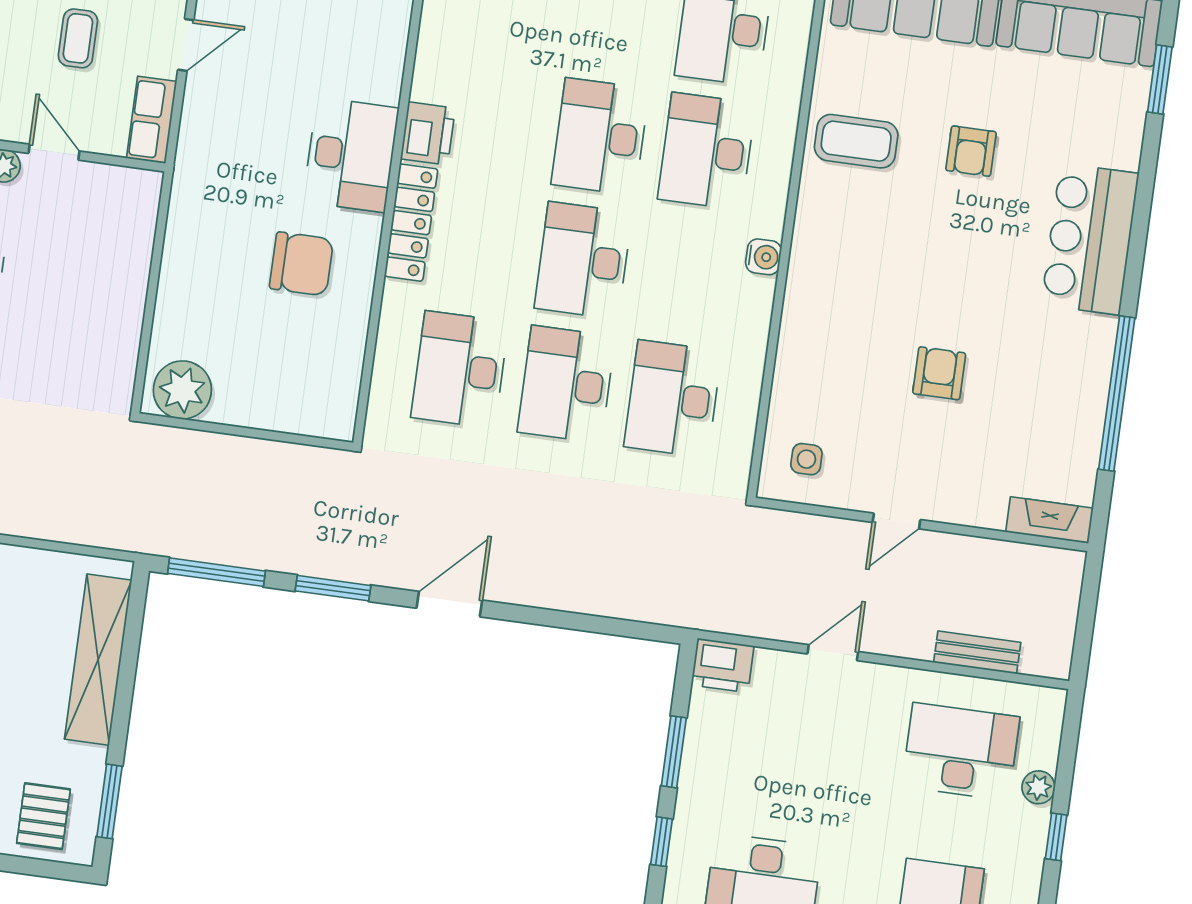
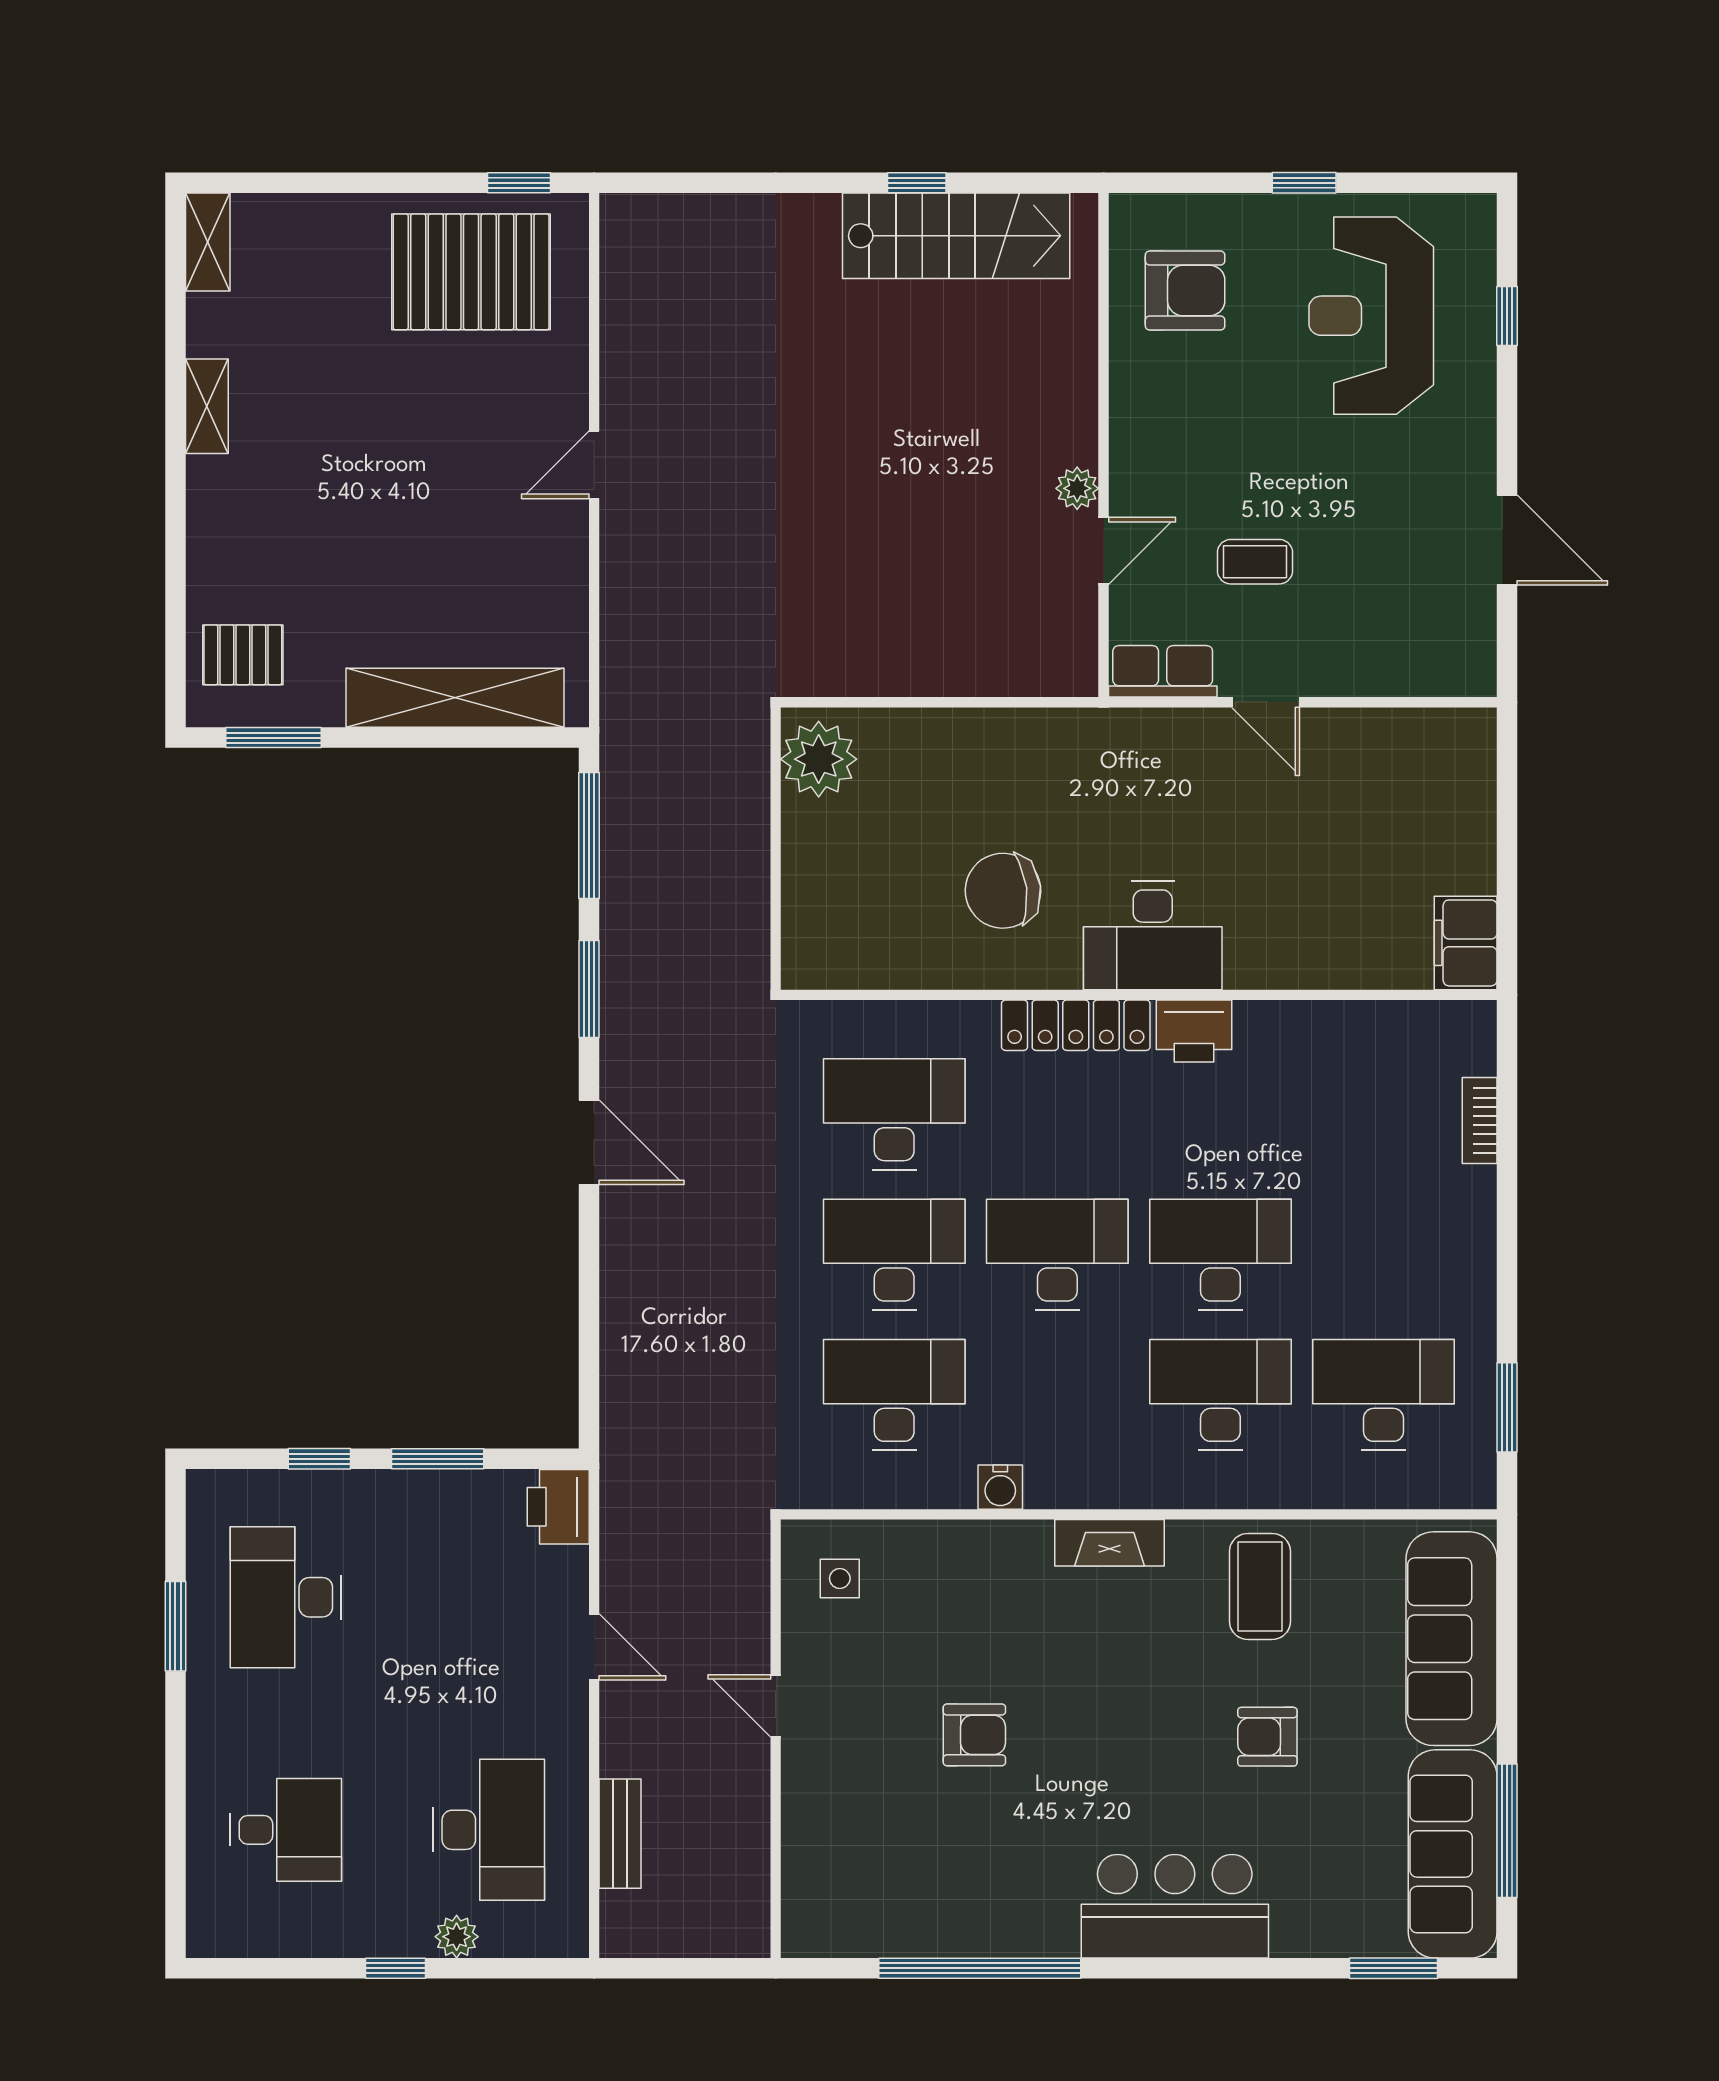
water cooler: (763, 257) -> (1000, 1487), moved
chair: (301, 264) -> (1003, 891), turned 83
fireplace: (1049, 520) -> (1110, 1543), moved, turned 90

